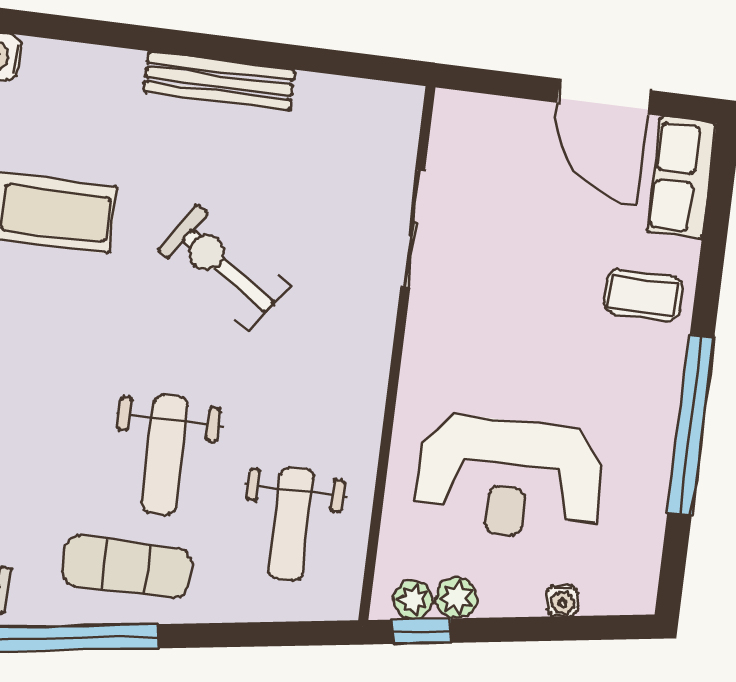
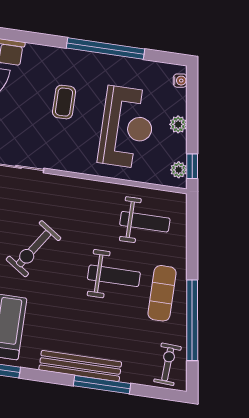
coffee table: (643, 295) -> (64, 102), moved
plant: (457, 598) -> (178, 124), moved
water cooler: (563, 600) -> (180, 81), moved

